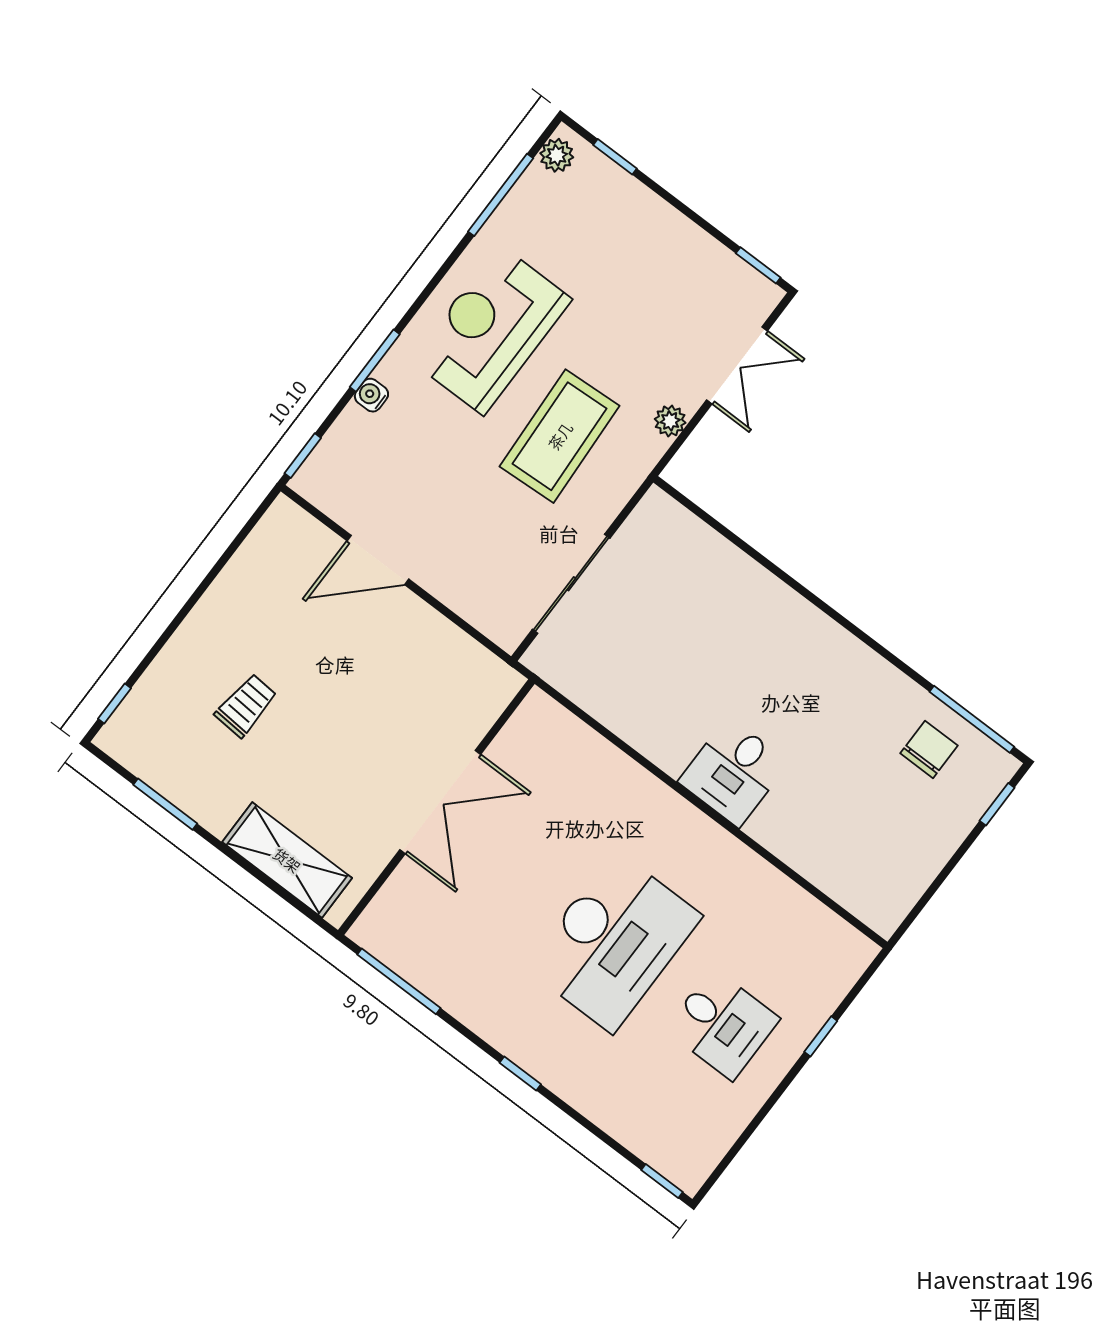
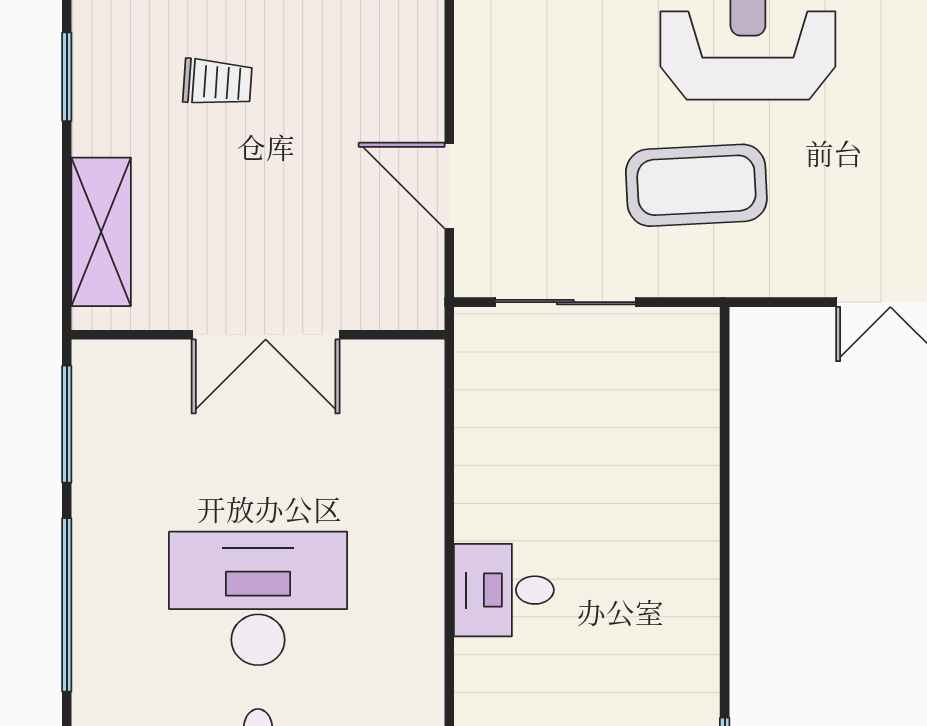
plant: (670, 421) -> (790, 279), removed
door: (378, 560) -> (449, 186), moved
desk: (614, 942) -> (258, 598), turned 180
window: (520, 1073) -> (67, 605), width x3.17

